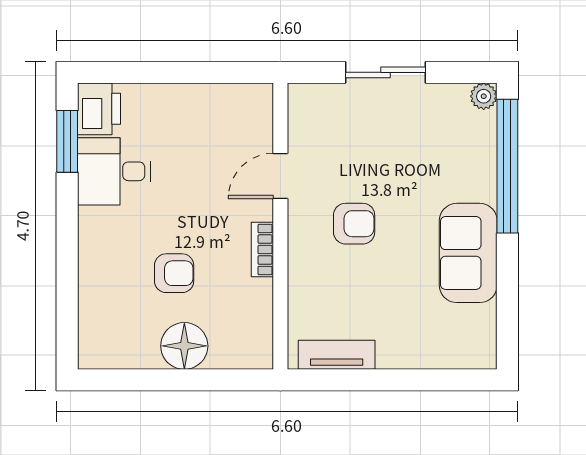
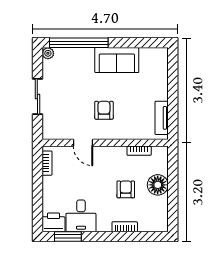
bookcase: (234, 94) -> (47, 163), added
bookcase: (262, 250) -> (139, 151), moved
bookcase: (89, 271) -> (125, 227), added

